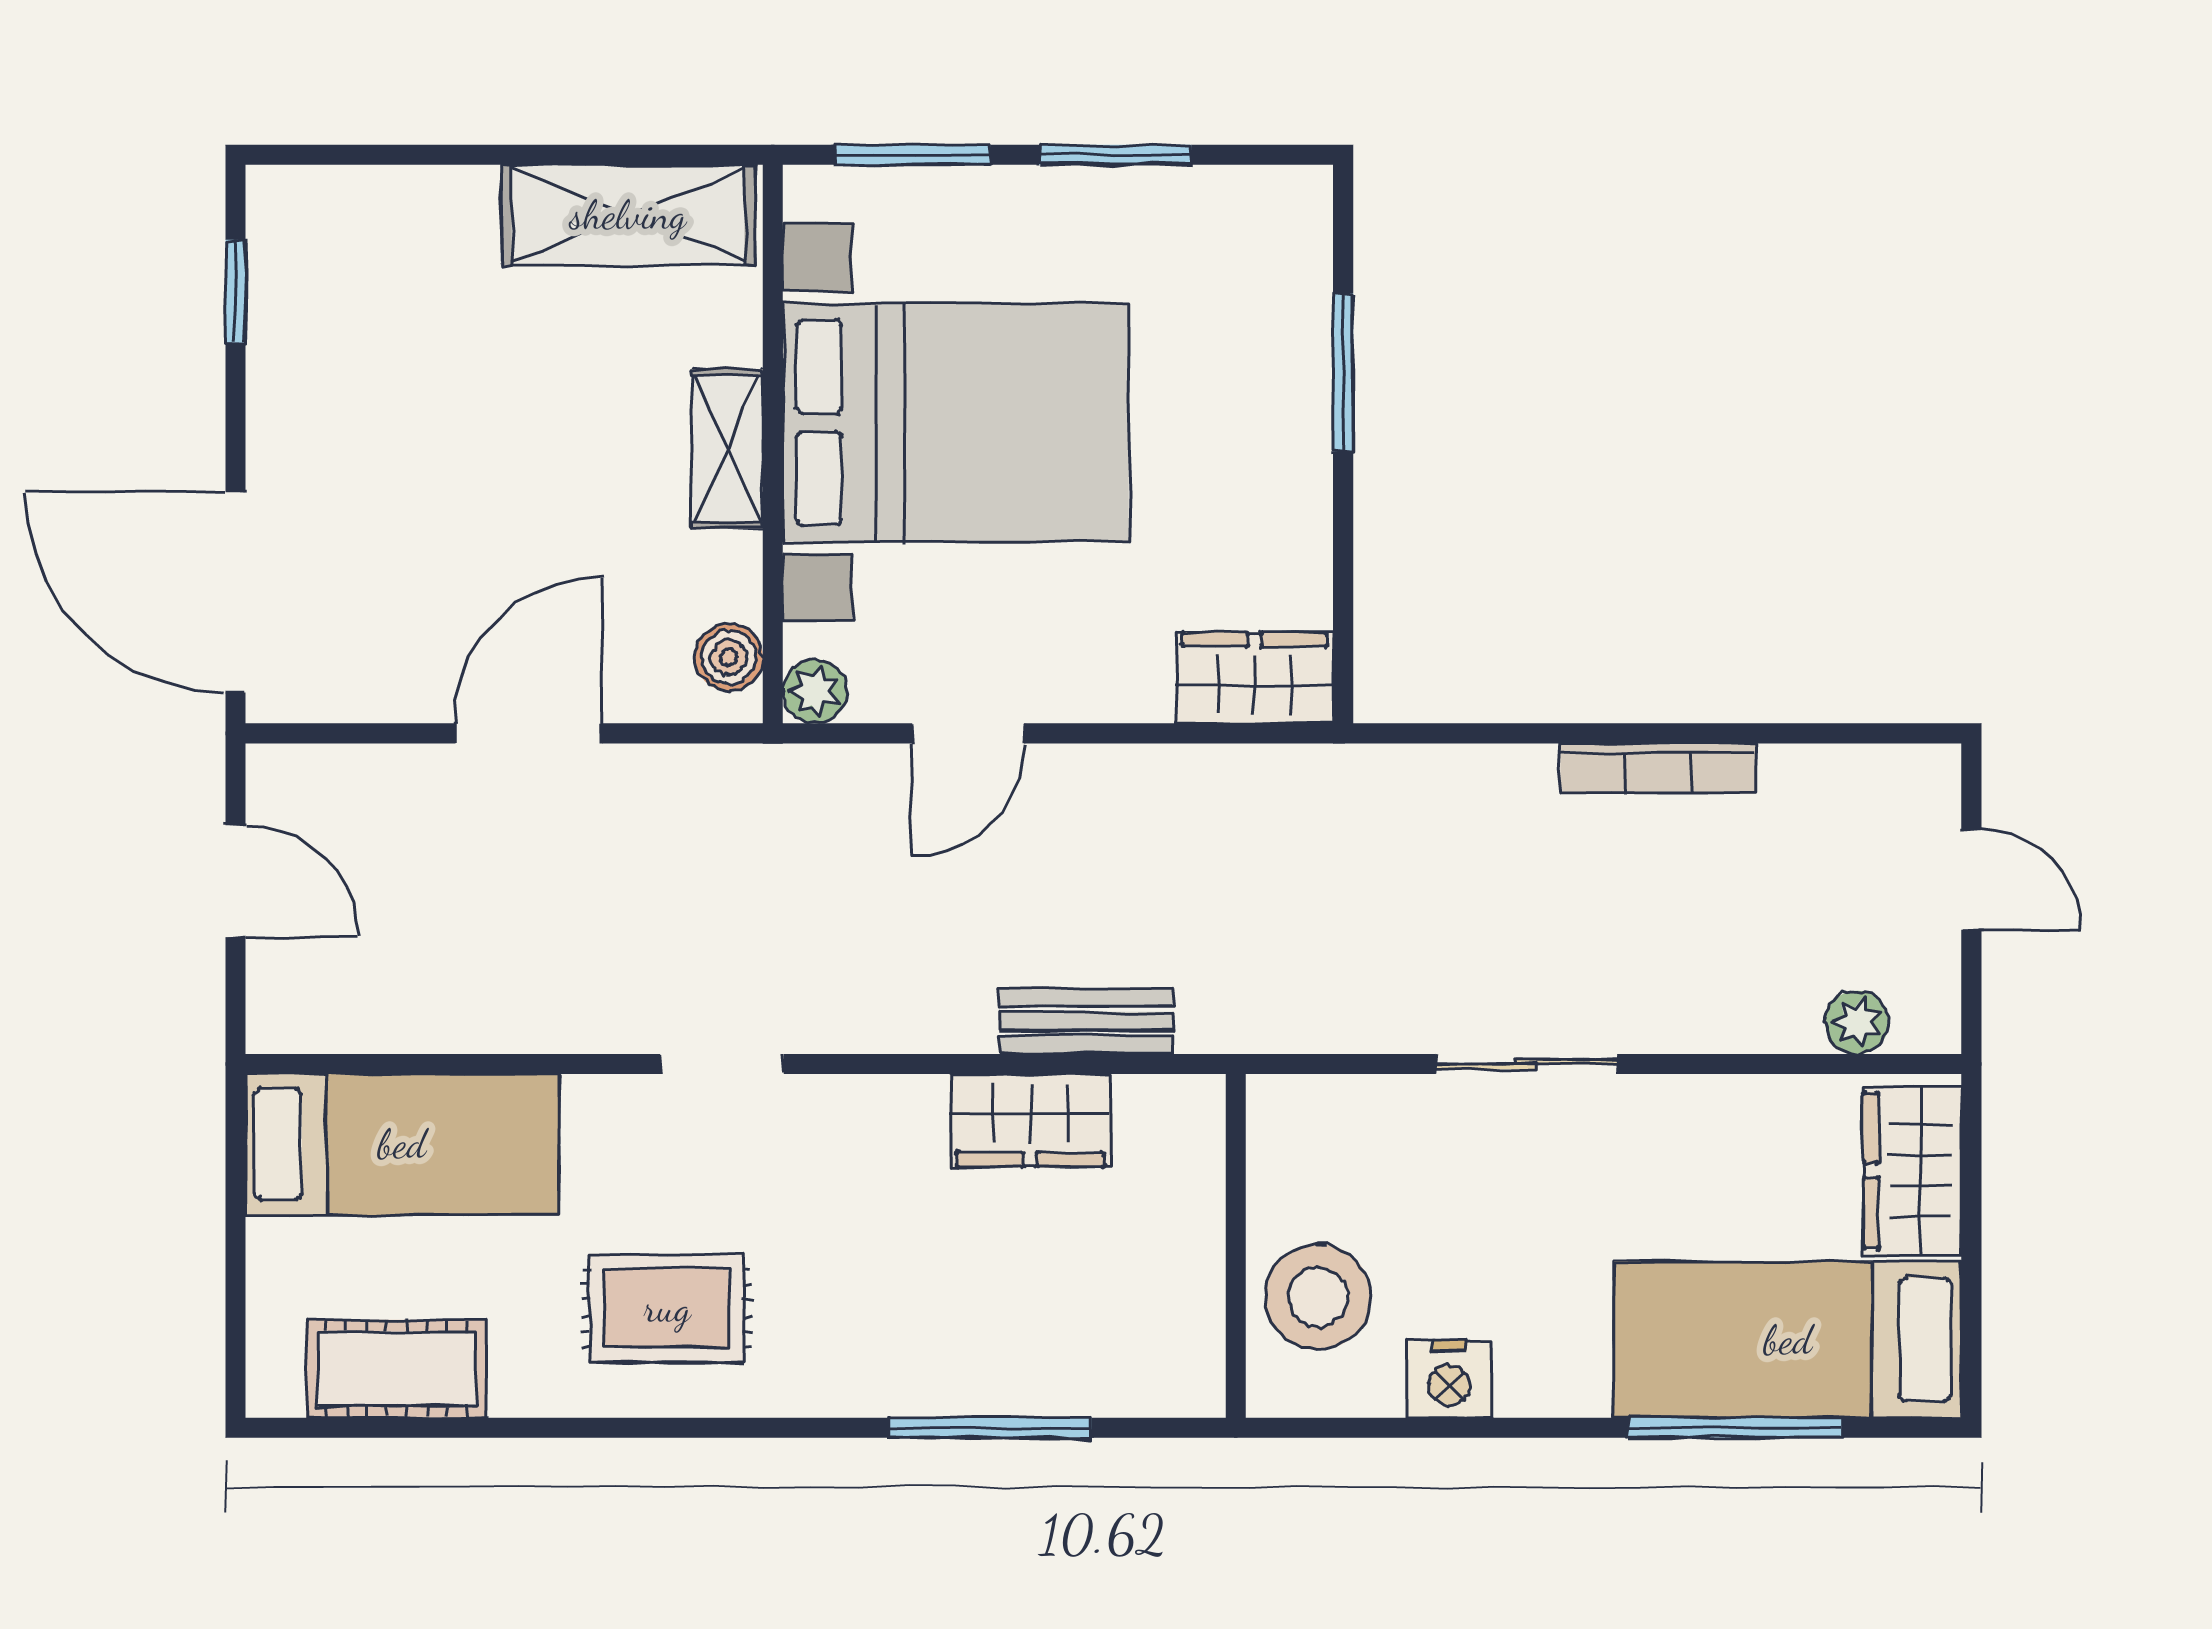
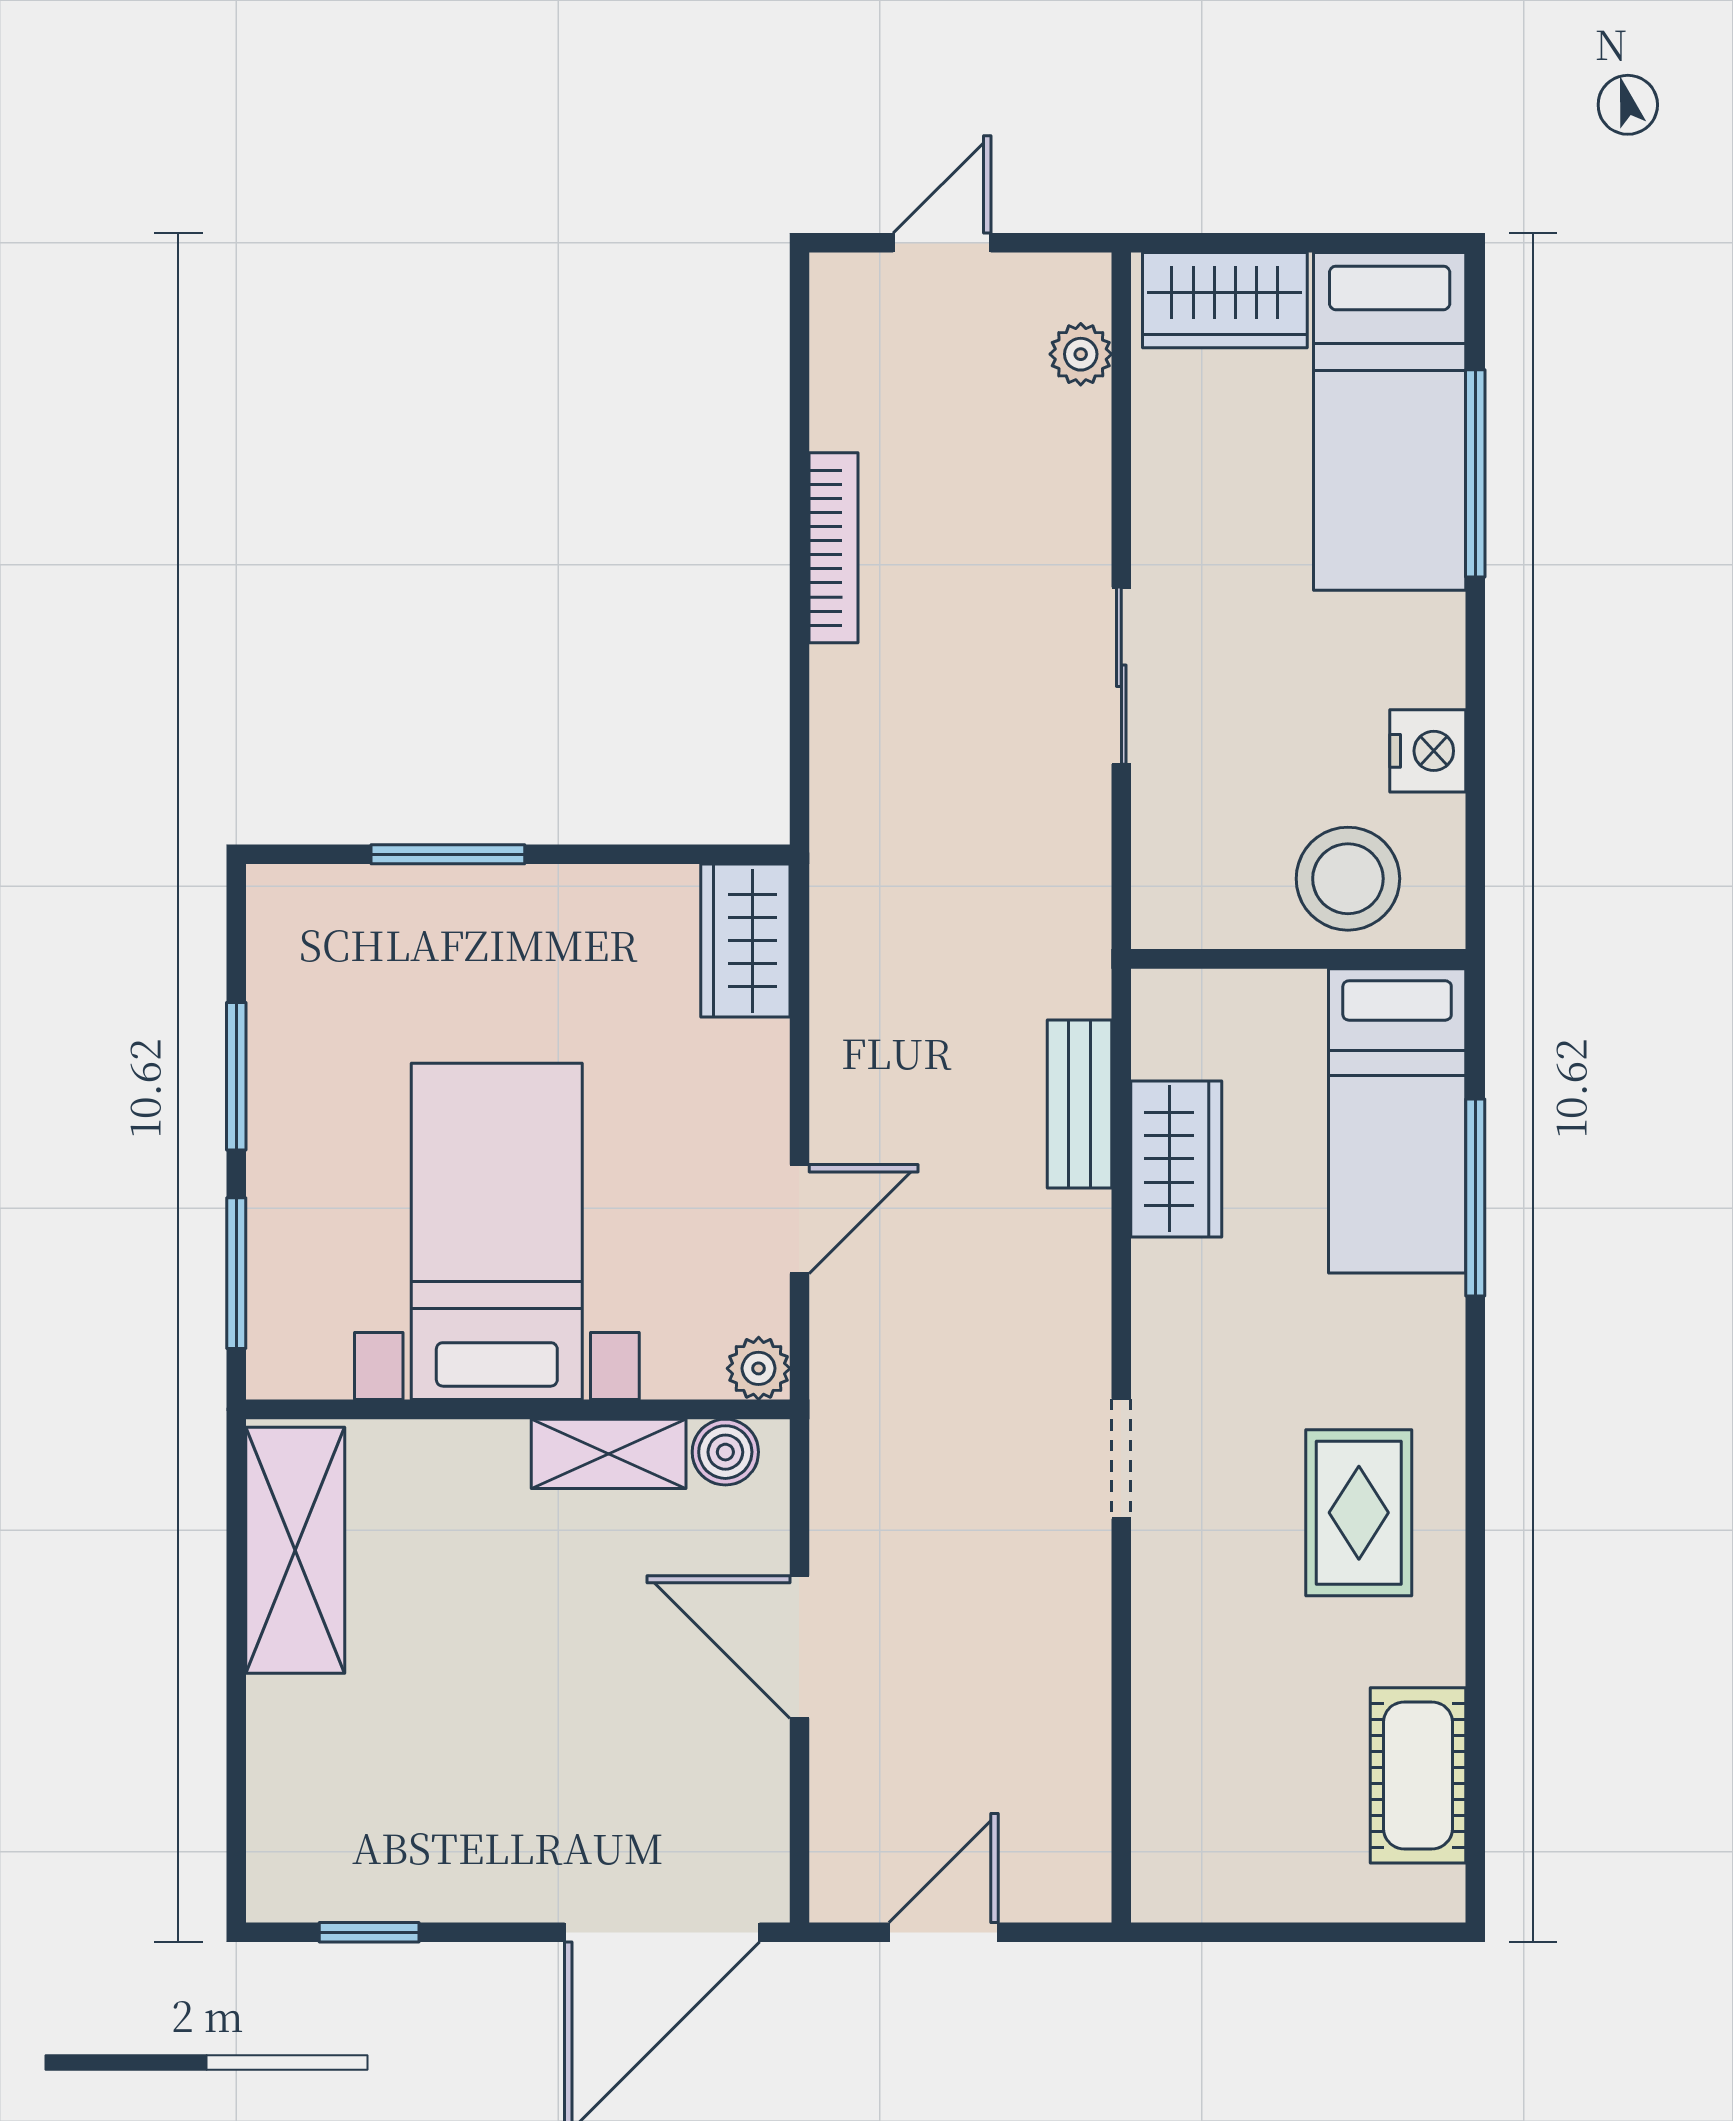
bed with nightstands: (956, 422) -> (497, 1231), width x0.73
shelving: (727, 449) -> (609, 1454), moved
door: (968, 733) -> (799, 1219), hinge flipped
bed: (402, 1144) -> (1397, 1121), moved, turned 180

